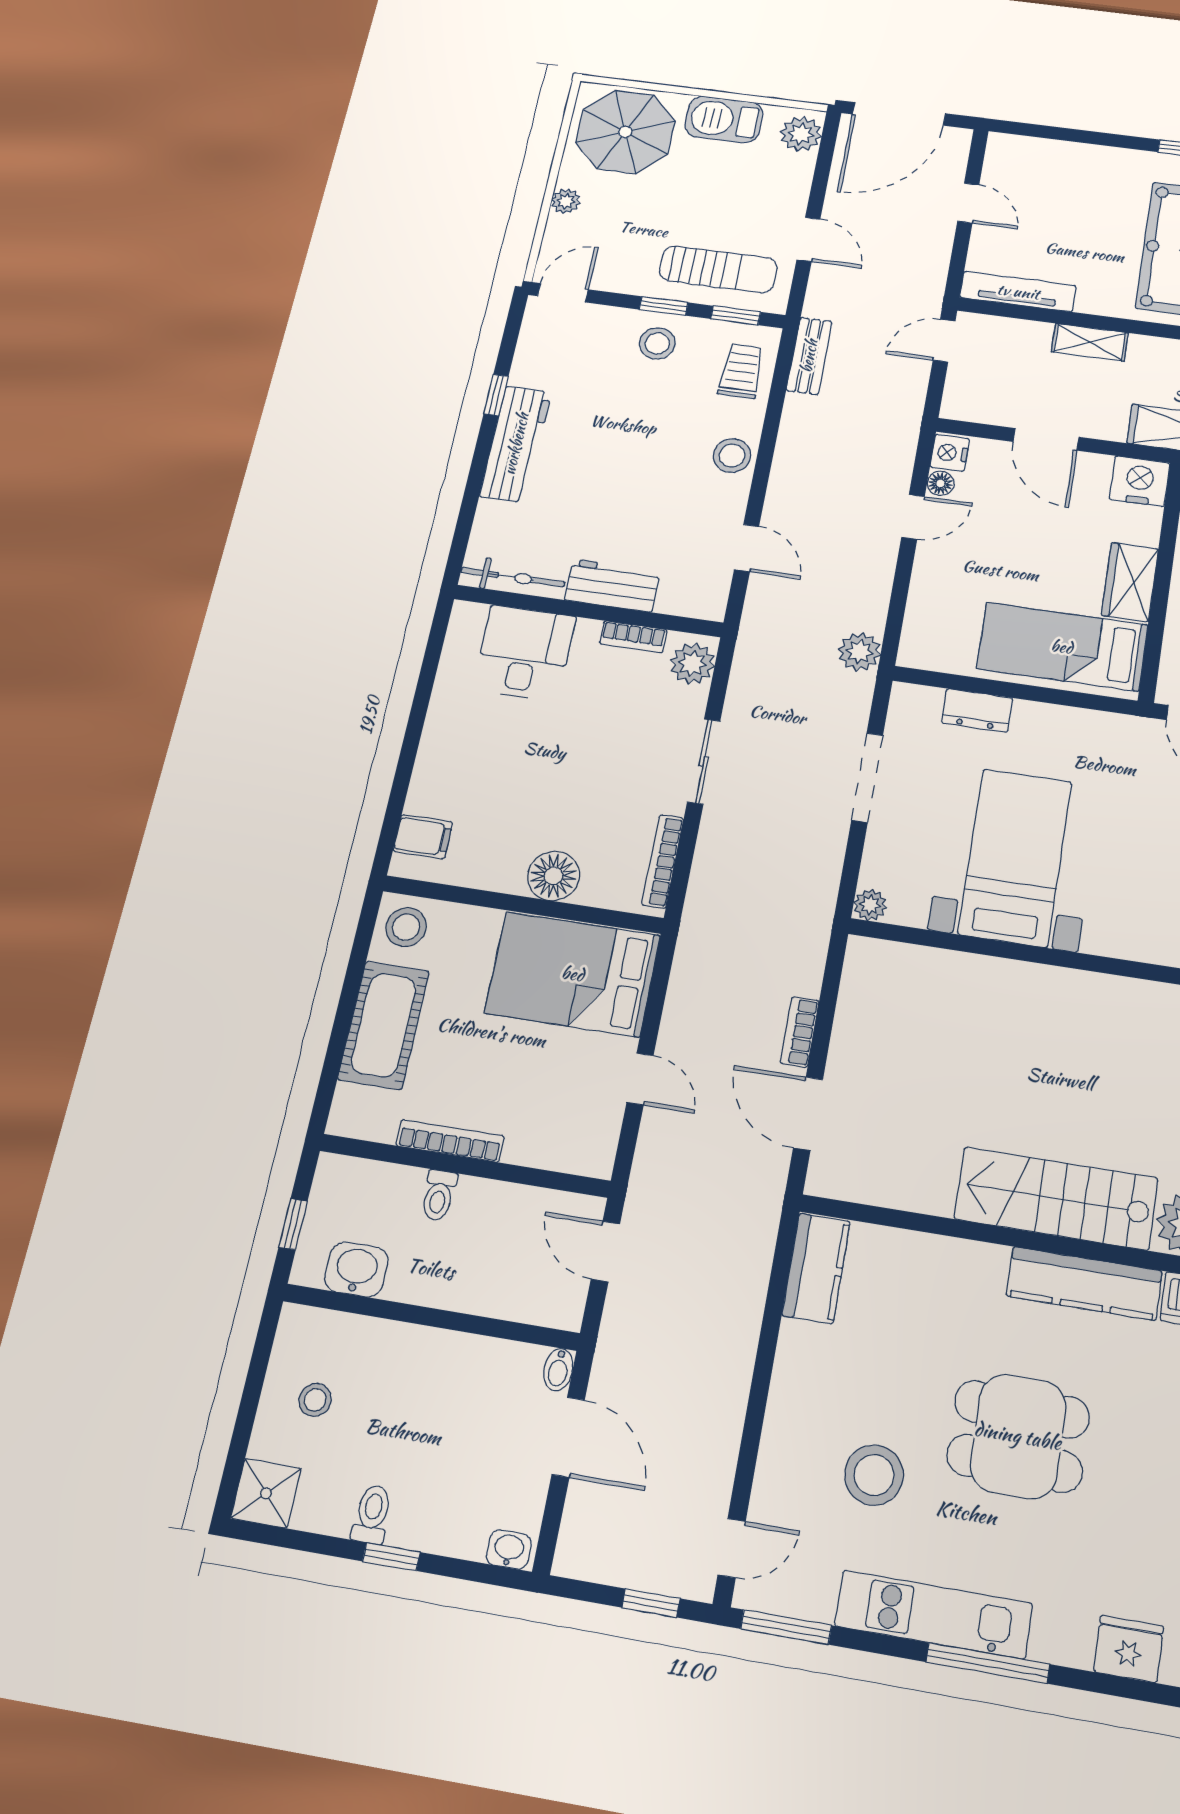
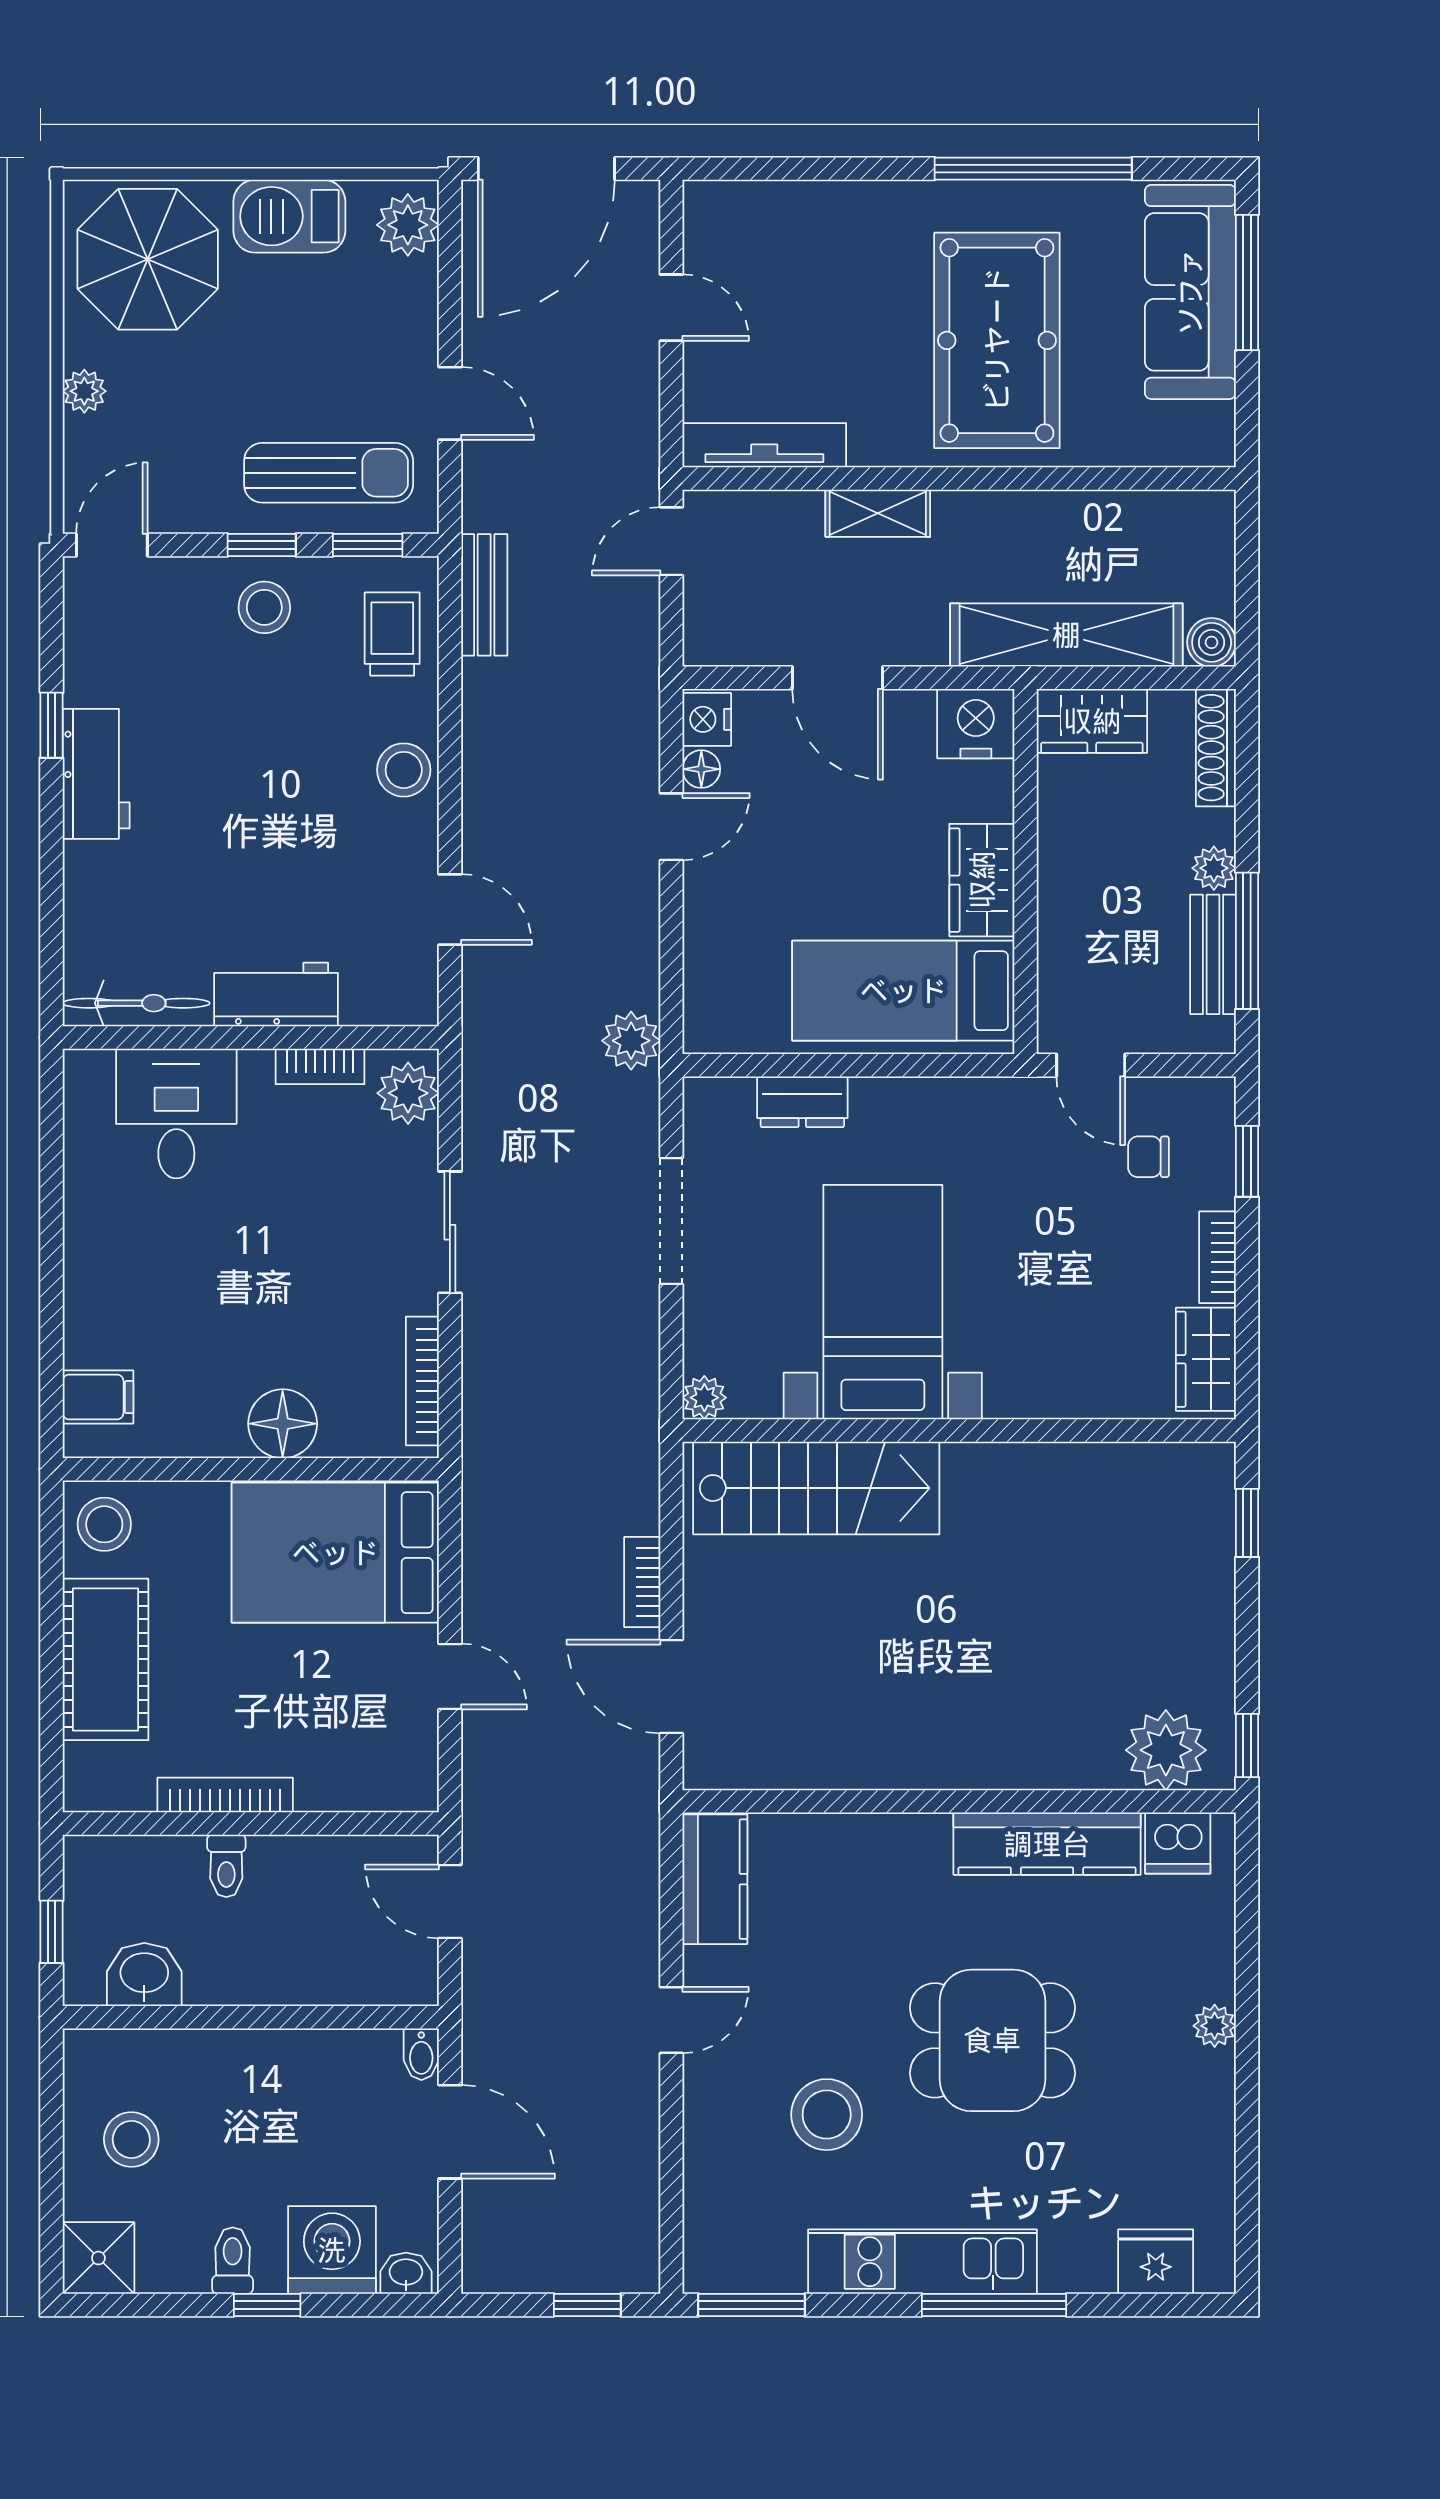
workbench: (516, 444) -> (96, 774), width x0.73
stairs: (1056, 1198) -> (816, 1488), moved, turned 180
stool: (315, 1400) -> (131, 2139), width x1.37, depth x1.37
washing machine: (453, 1519) -> (332, 2250), added
door: (732, 1548) -> (671, 2020), moved

